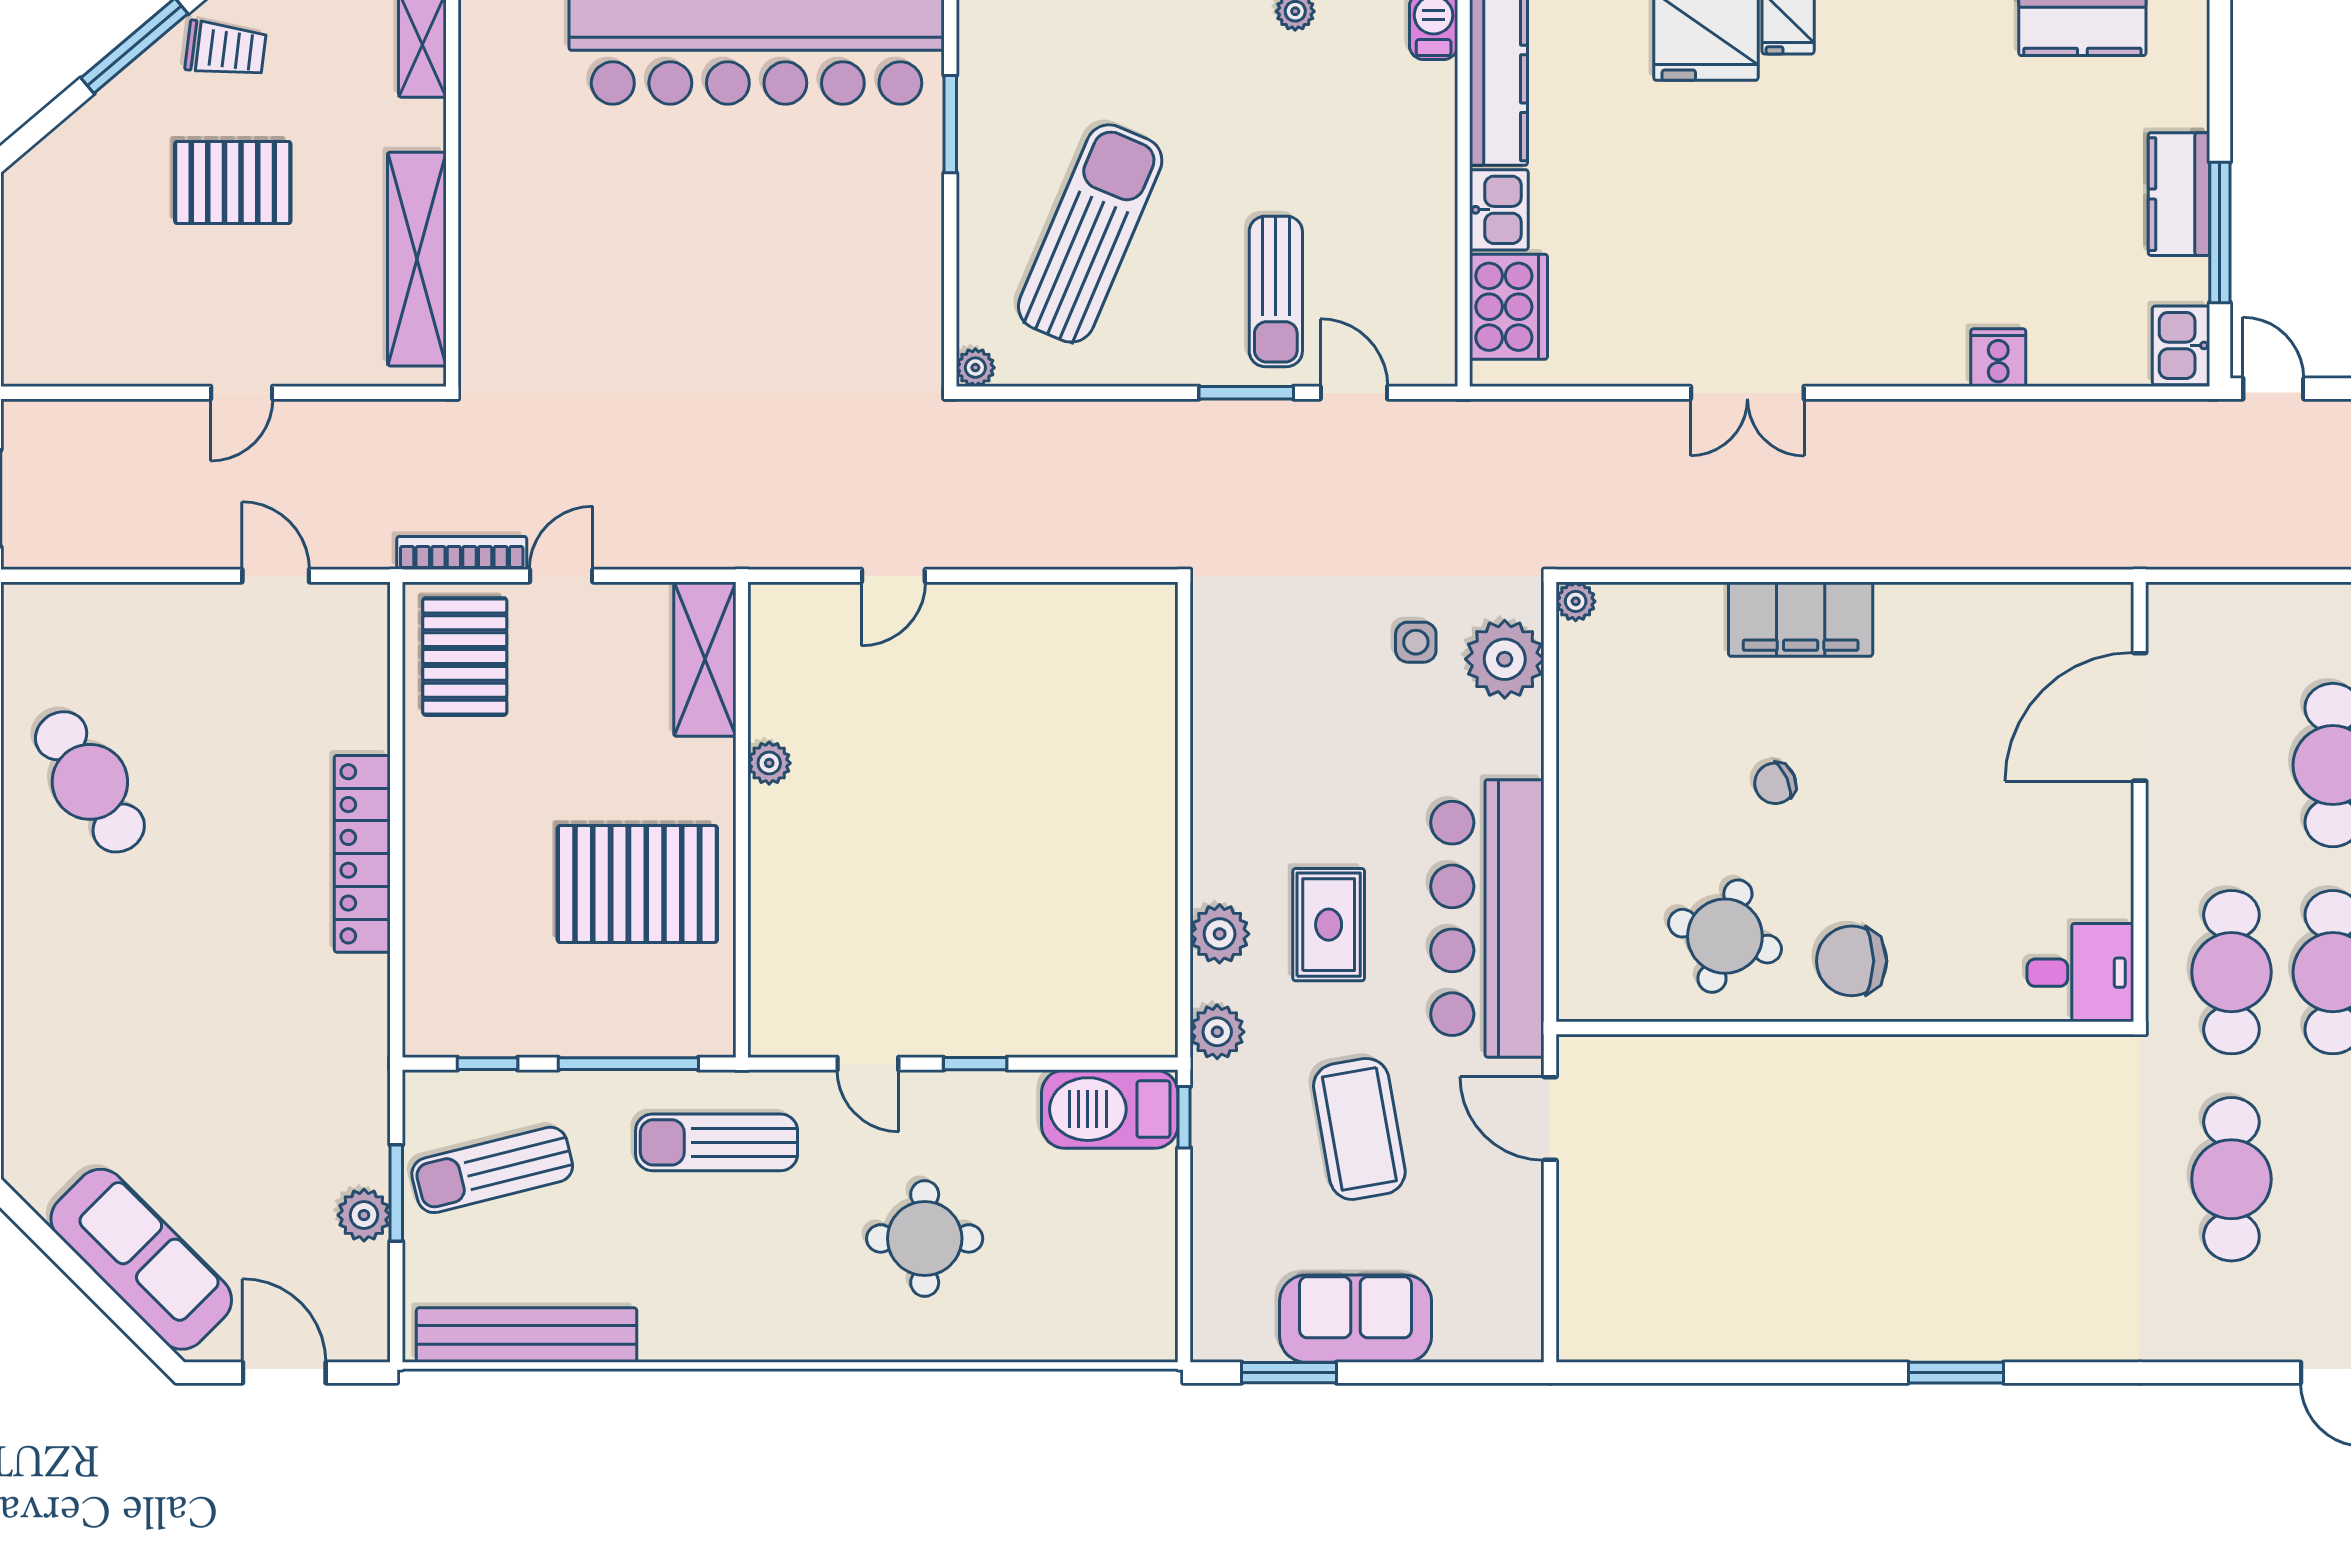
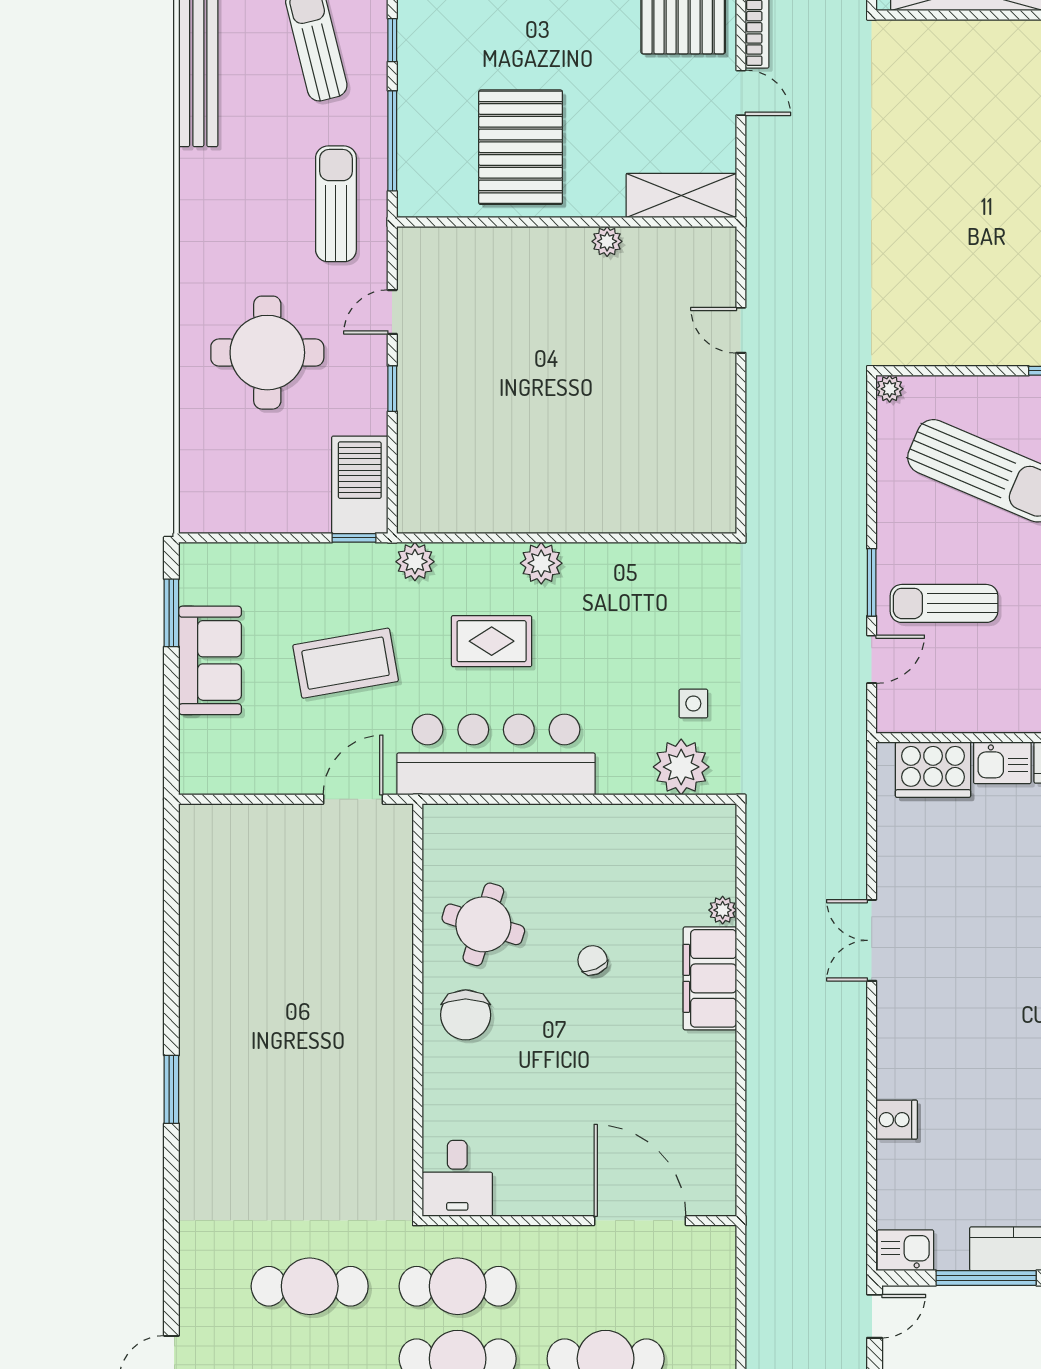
plant: (1576, 601) -> (723, 910), moved
plant: (1220, 934) -> (541, 563), moved
chair: (1852, 961) -> (466, 1015), turned 180
round table: (925, 1238) -> (267, 353), width x1.36, depth x1.36

